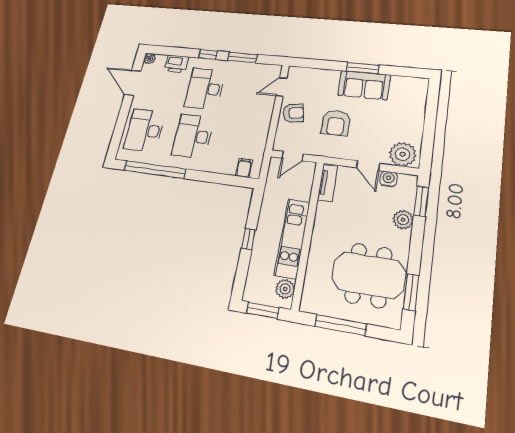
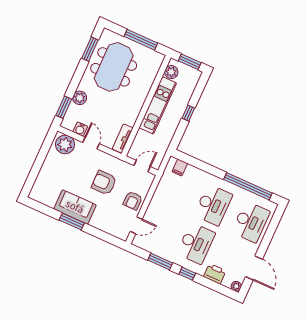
armchair: (293, 113) -> (133, 201), turned -80
armchair: (336, 123) -> (104, 183), turned -90
meeting table: (368, 275) -> (114, 67), turned 90

